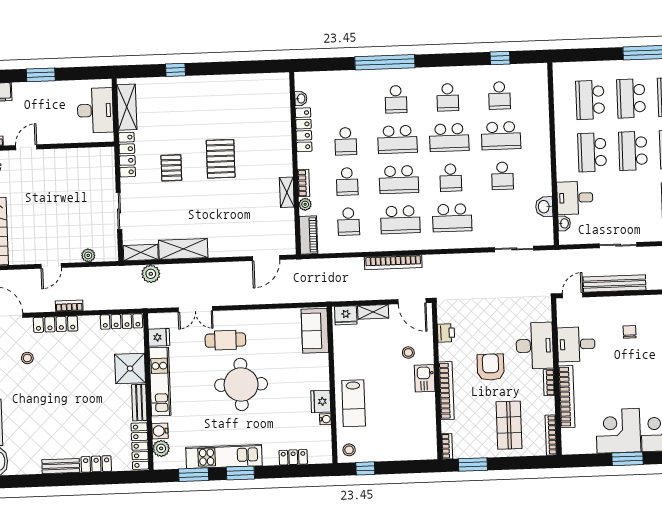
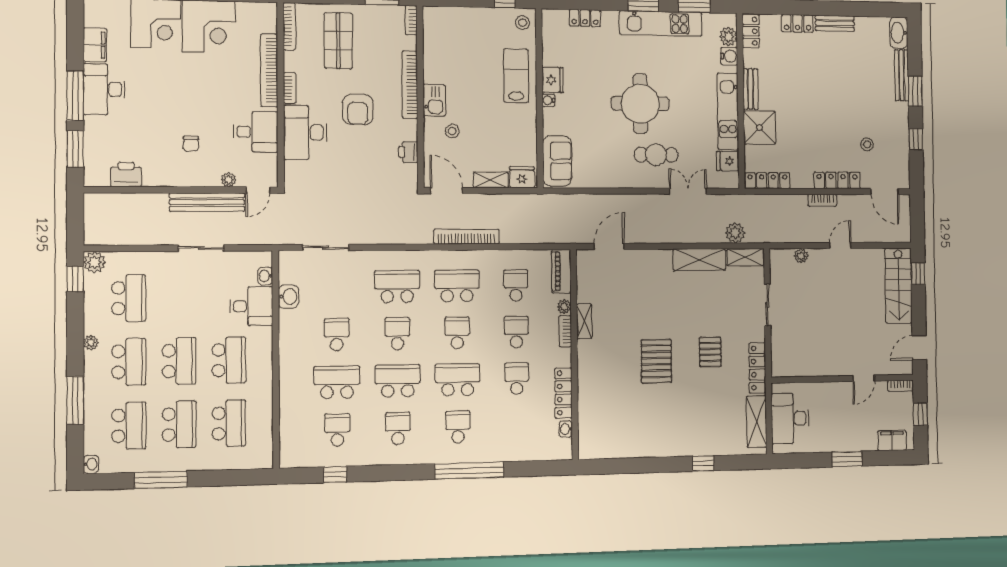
school desk: (399, 180) -> (457, 333), width x0.54
plant: (597, 303) -> (229, 180), added
water cooler: (325, 419) -> (548, 100), moved
locker: (140, 446) -> (751, 31), width x0.66

